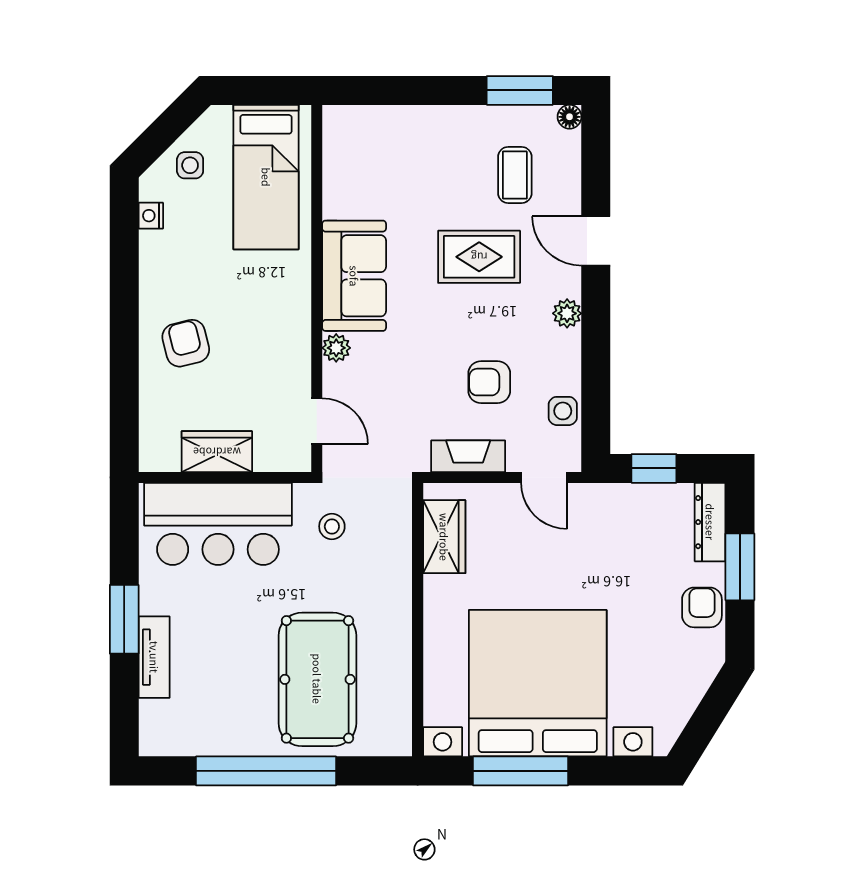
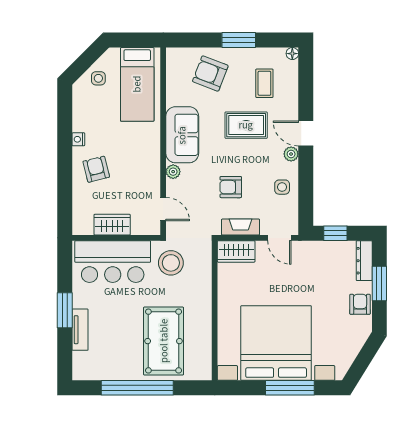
window: (520, 90) -> (239, 40), moved
armchair: (409, 156) -> (210, 73), added
nightstand: (151, 216) -> (78, 139), moved
door: (596, 241) -> (306, 133), moved
armchair: (489, 382) -> (231, 187), moved
side table: (563, 411) -> (282, 187), moved
stool: (332, 526) -> (171, 263), width x1.89, depth x1.89
wardrobe: (444, 537) -> (236, 251), moved, turned 90
window: (521, 771) -> (290, 388), moved

